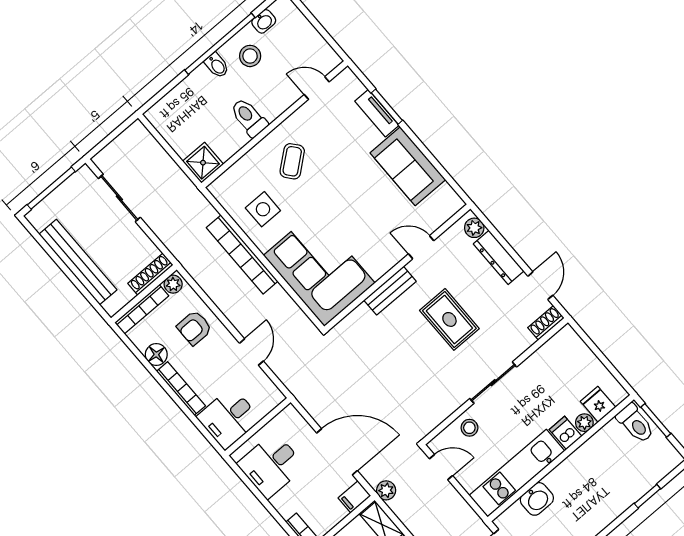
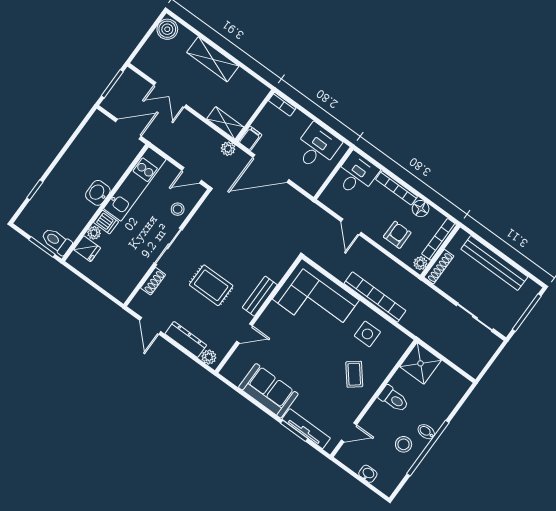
washbasin: (264, 21) -> (368, 474), moved, turned 90
tv unit: (377, 113) -> (306, 429), width x1.41
shower: (203, 163) -> (420, 363), width x1.36, depth x1.36
shoe rack: (546, 323) -> (153, 281), moved
washbasin: (537, 499) -> (98, 193), moved

